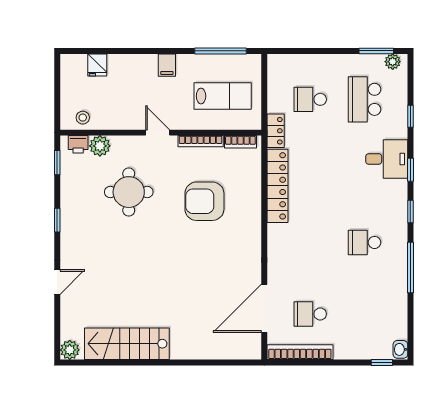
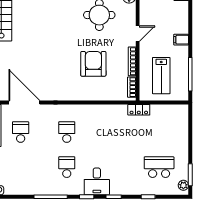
school desk: (310, 99) -> (67, 132), moved
desk: (387, 159) -> (97, 181), moved
locker: (277, 186) -> (103, 111), removed

